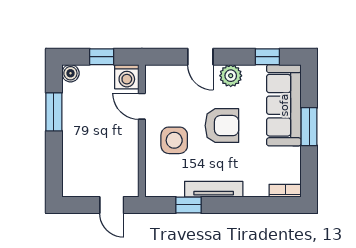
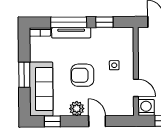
side table: (174, 140) -> (114, 65), width x0.54, depth x0.54
tv unit: (214, 189) -> (71, 33), moved
window: (242, 205) -> (69, 22), added

